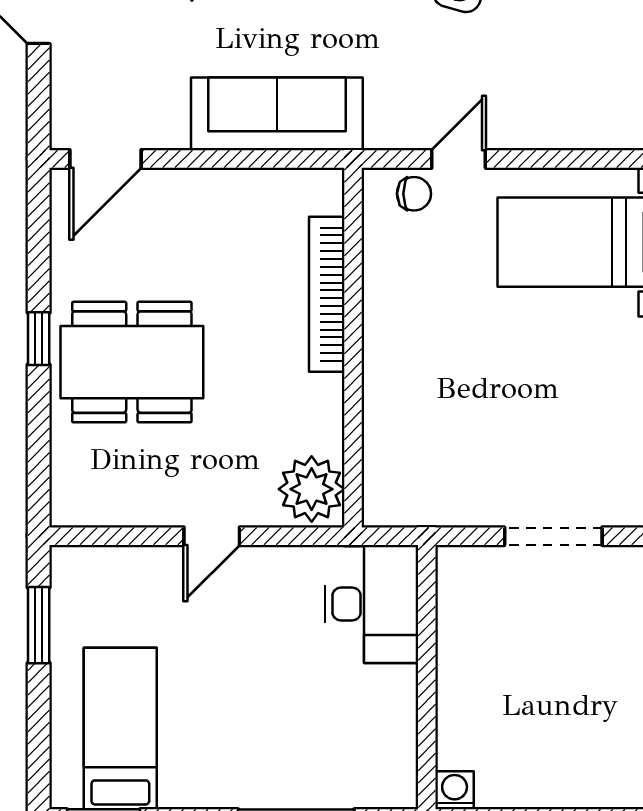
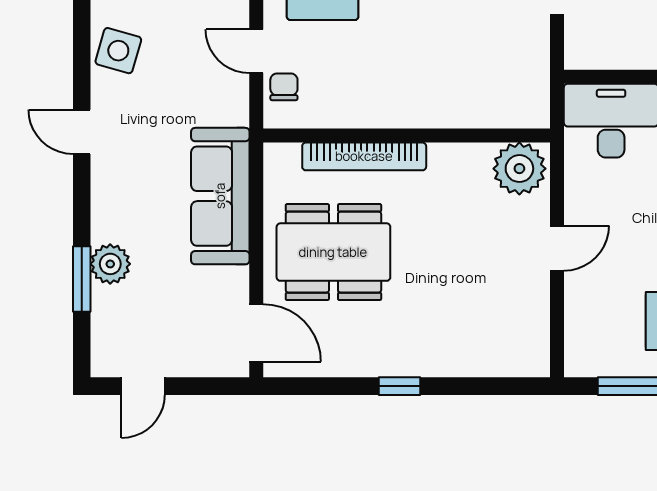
dining table: (132, 362) -> (333, 252), moved, turned 90
door: (212, 536) -> (557, 248), hinge flipped

